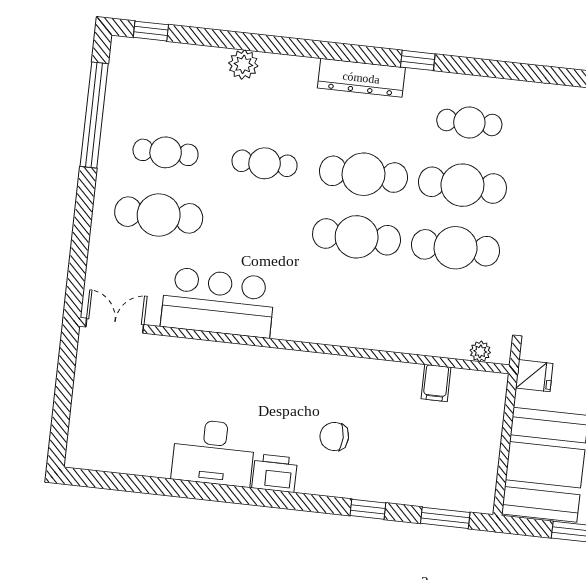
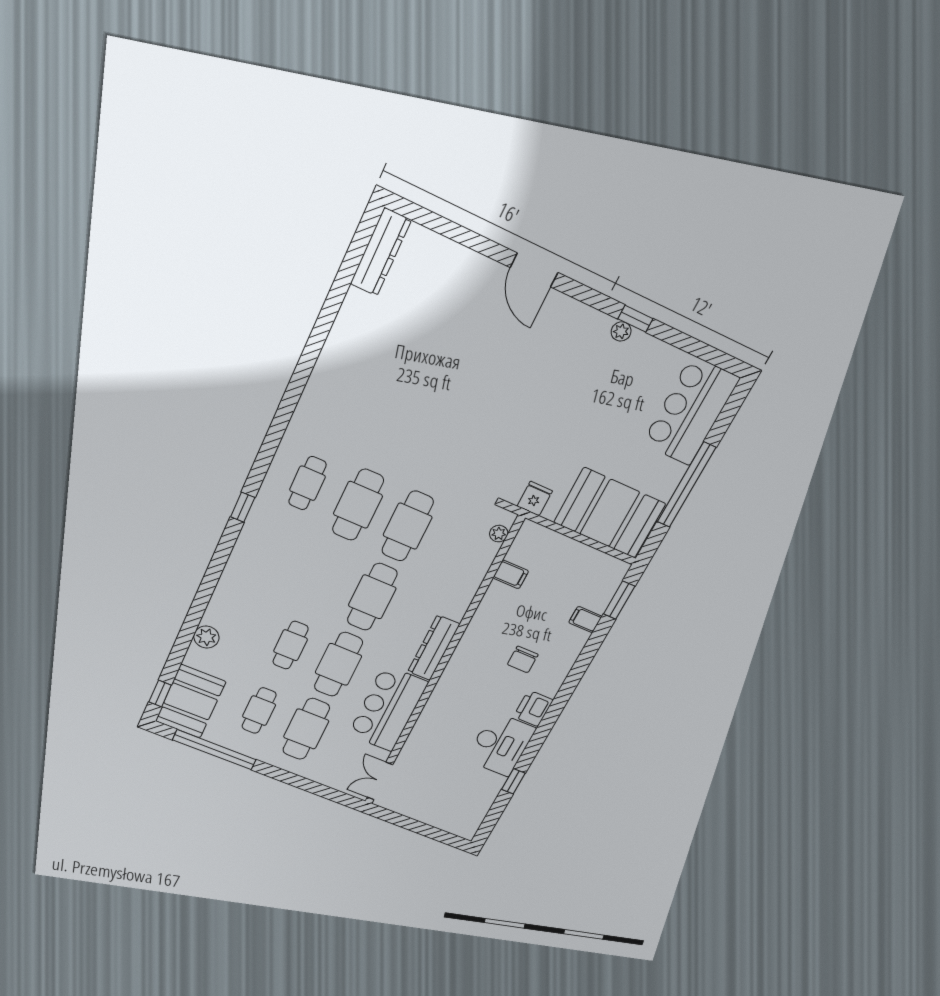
booth: (152, 69) -> (191, 701), added
dresser: (361, 78) -> (434, 648), moved, turned 180
cafe table: (363, 174) -> (338, 664), moved
filing cabinet: (409, 489) -> (585, 619), added
window: (368, 509) -> (513, 781), moved

